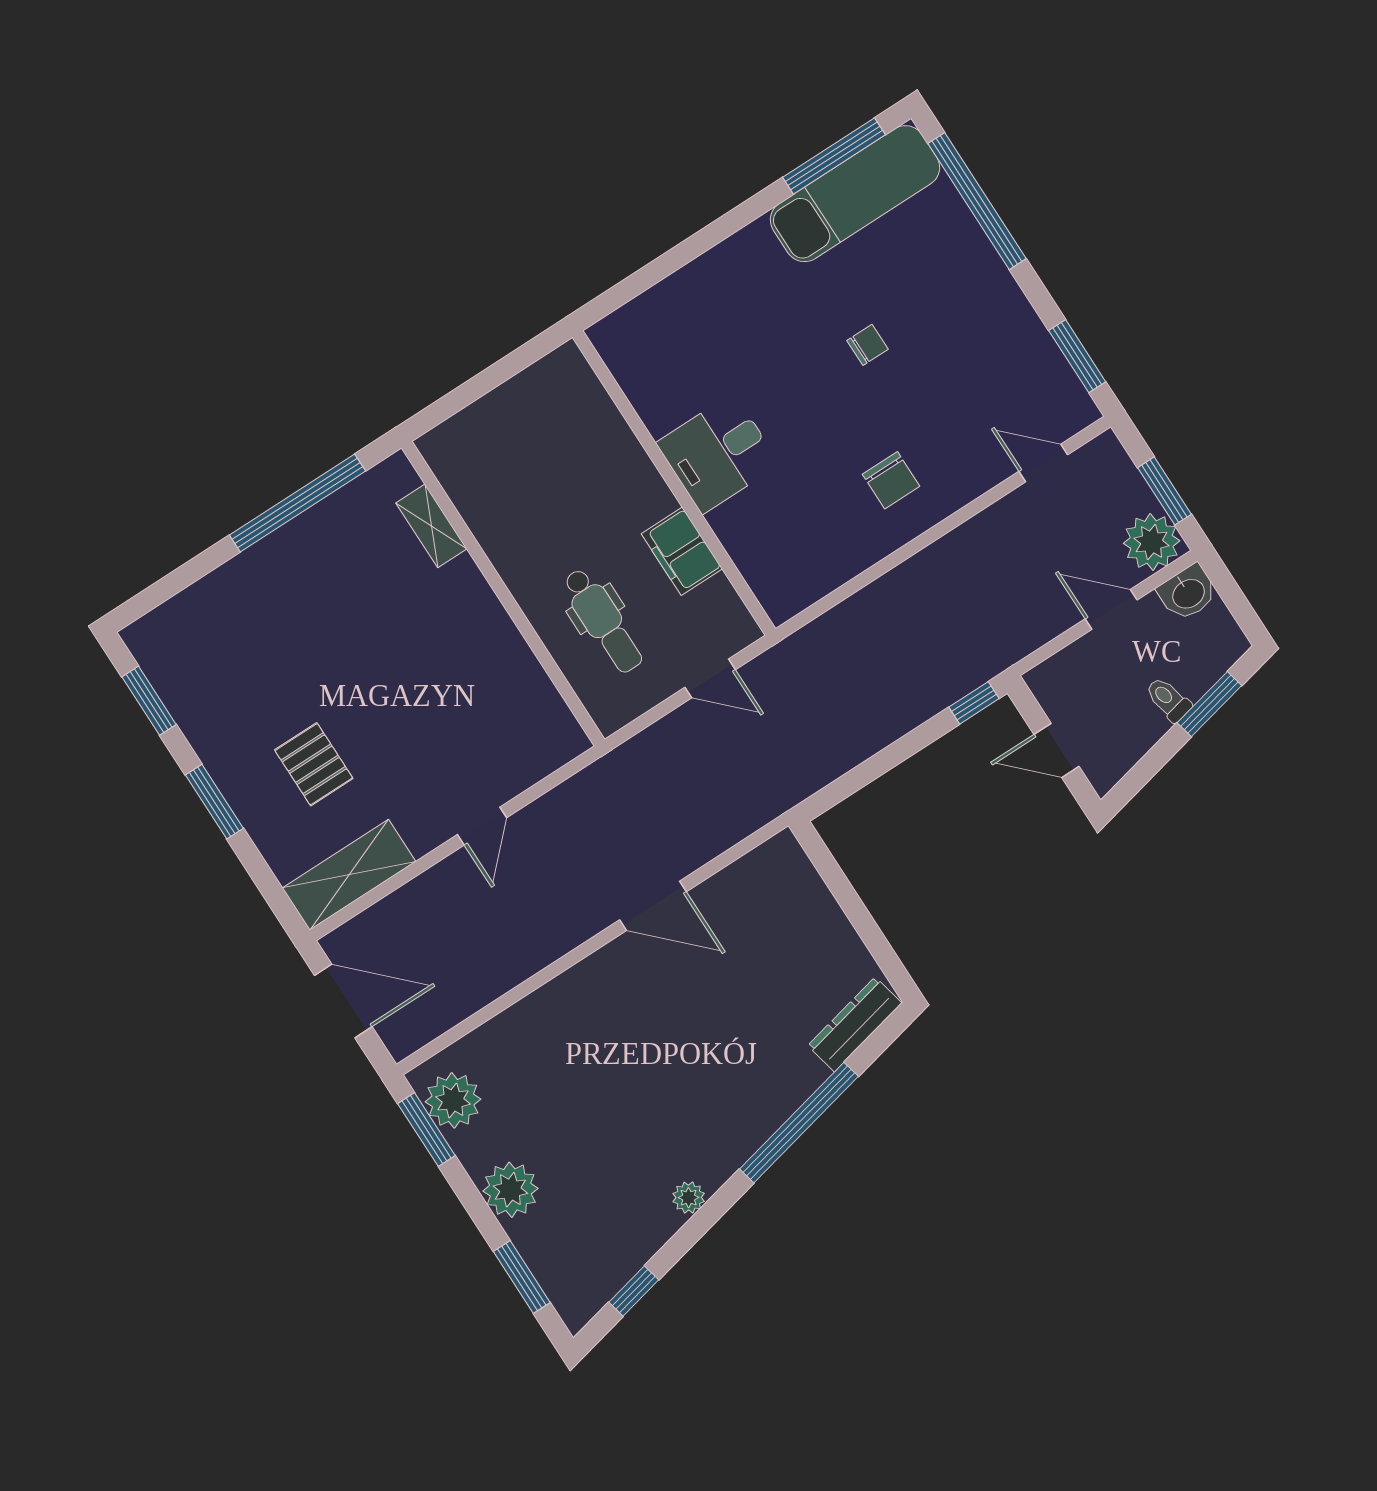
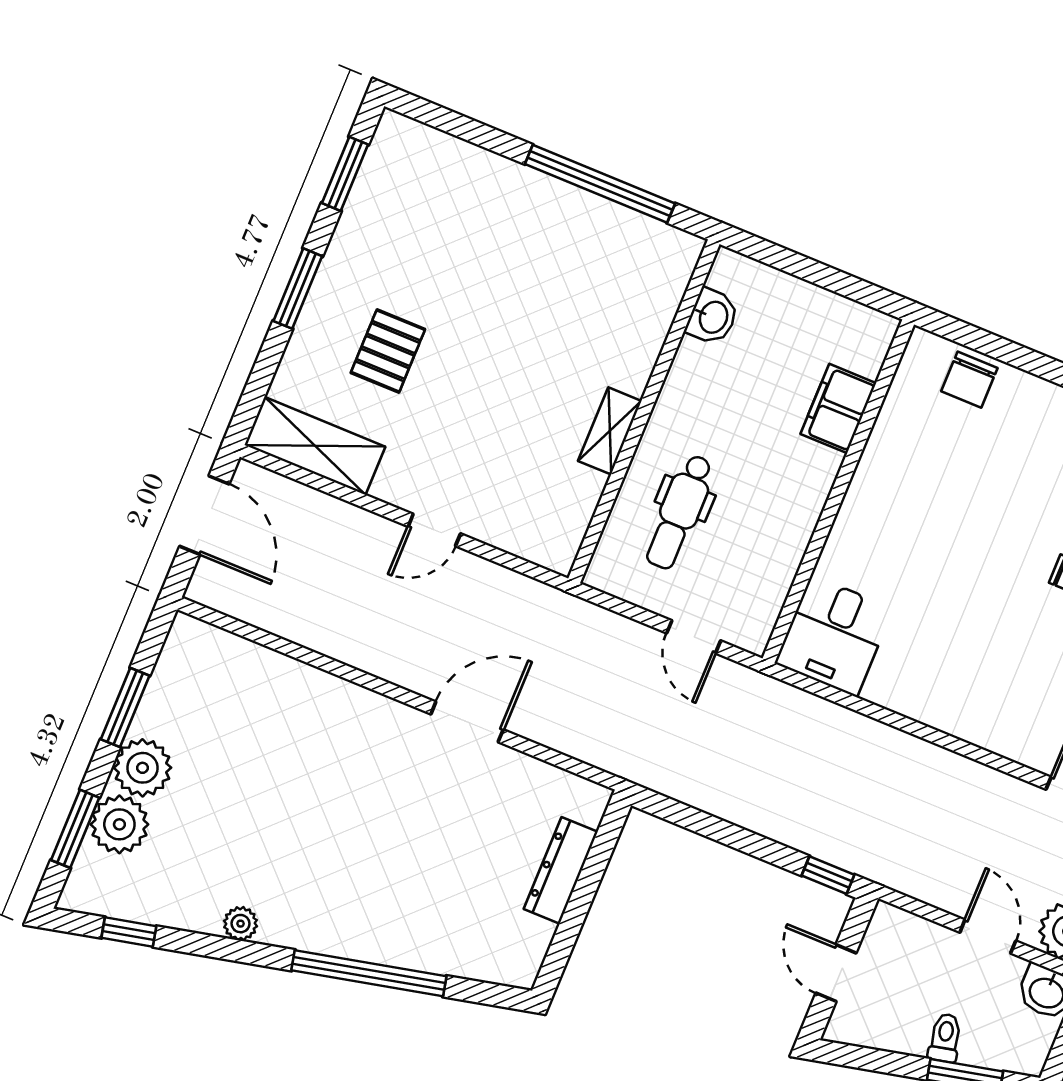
desk: (718, 454) -> (834, 636), moved, turned -90
chair: (891, 480) -> (969, 380), moved
washbasin: (466, 487) -> (712, 317), added
shelving: (431, 526) -> (610, 431), moved
filing cabinet: (682, 551) -> (838, 409), moved
door: (653, 906) -> (467, 722), swing flipped
dresser: (855, 1024) -> (561, 870), moved, turned -77
plant: (453, 1100) -> (119, 824), moved
window: (426, 1130) -> (125, 708), moved

